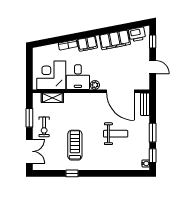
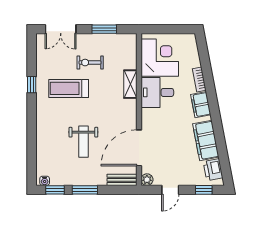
plant: (95, 85) -> (147, 180), moved
shelving: (52, 98) -> (130, 84), moved
exercise bike: (44, 127) -> (90, 63), moved
treadmill: (75, 145) -> (69, 88), turned 180

